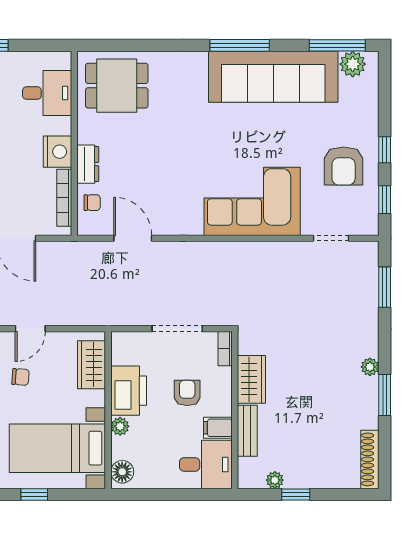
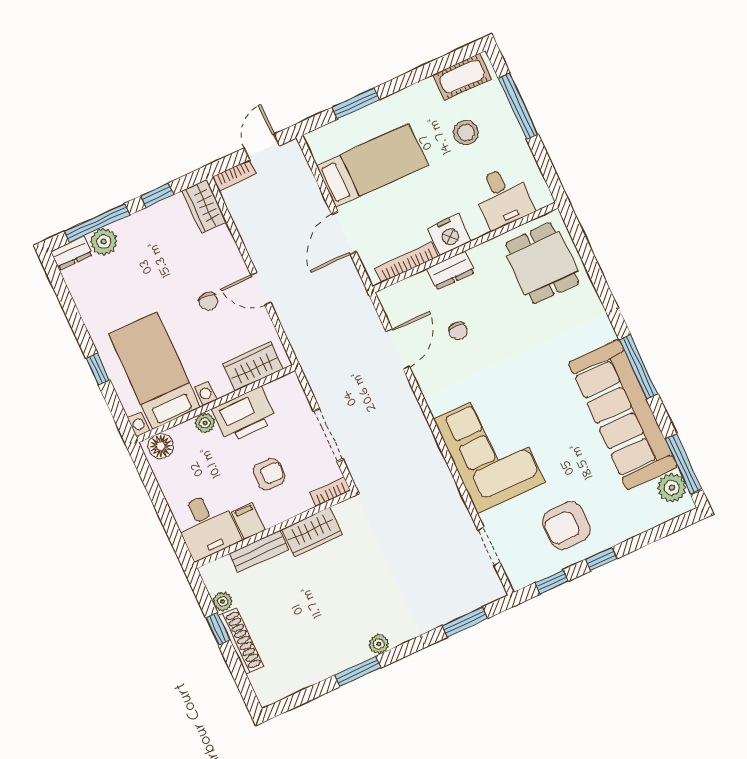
chair: (92, 203) -> (458, 331), moved
shoe rack: (370, 459) -> (241, 641), moved, turned 90

